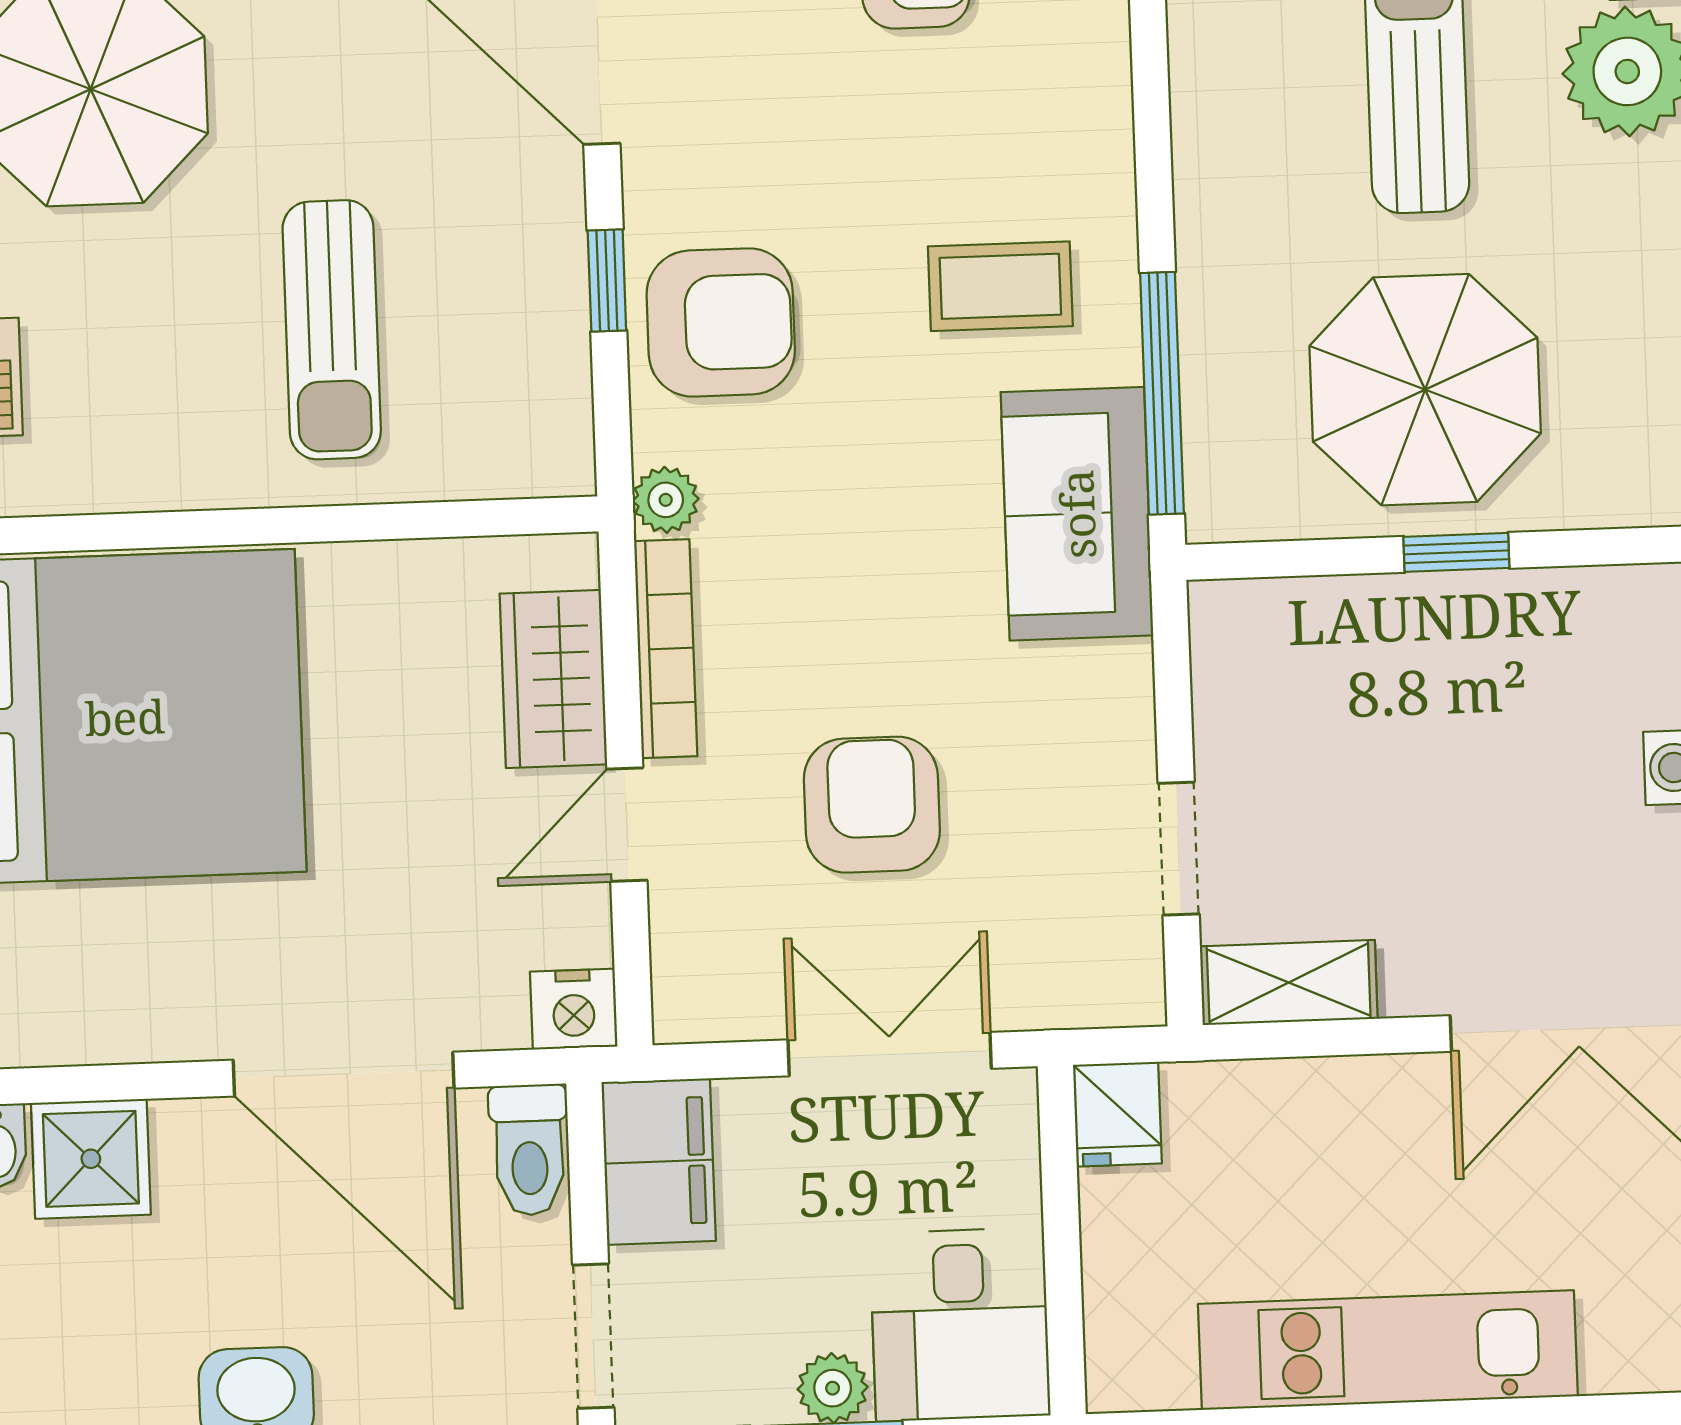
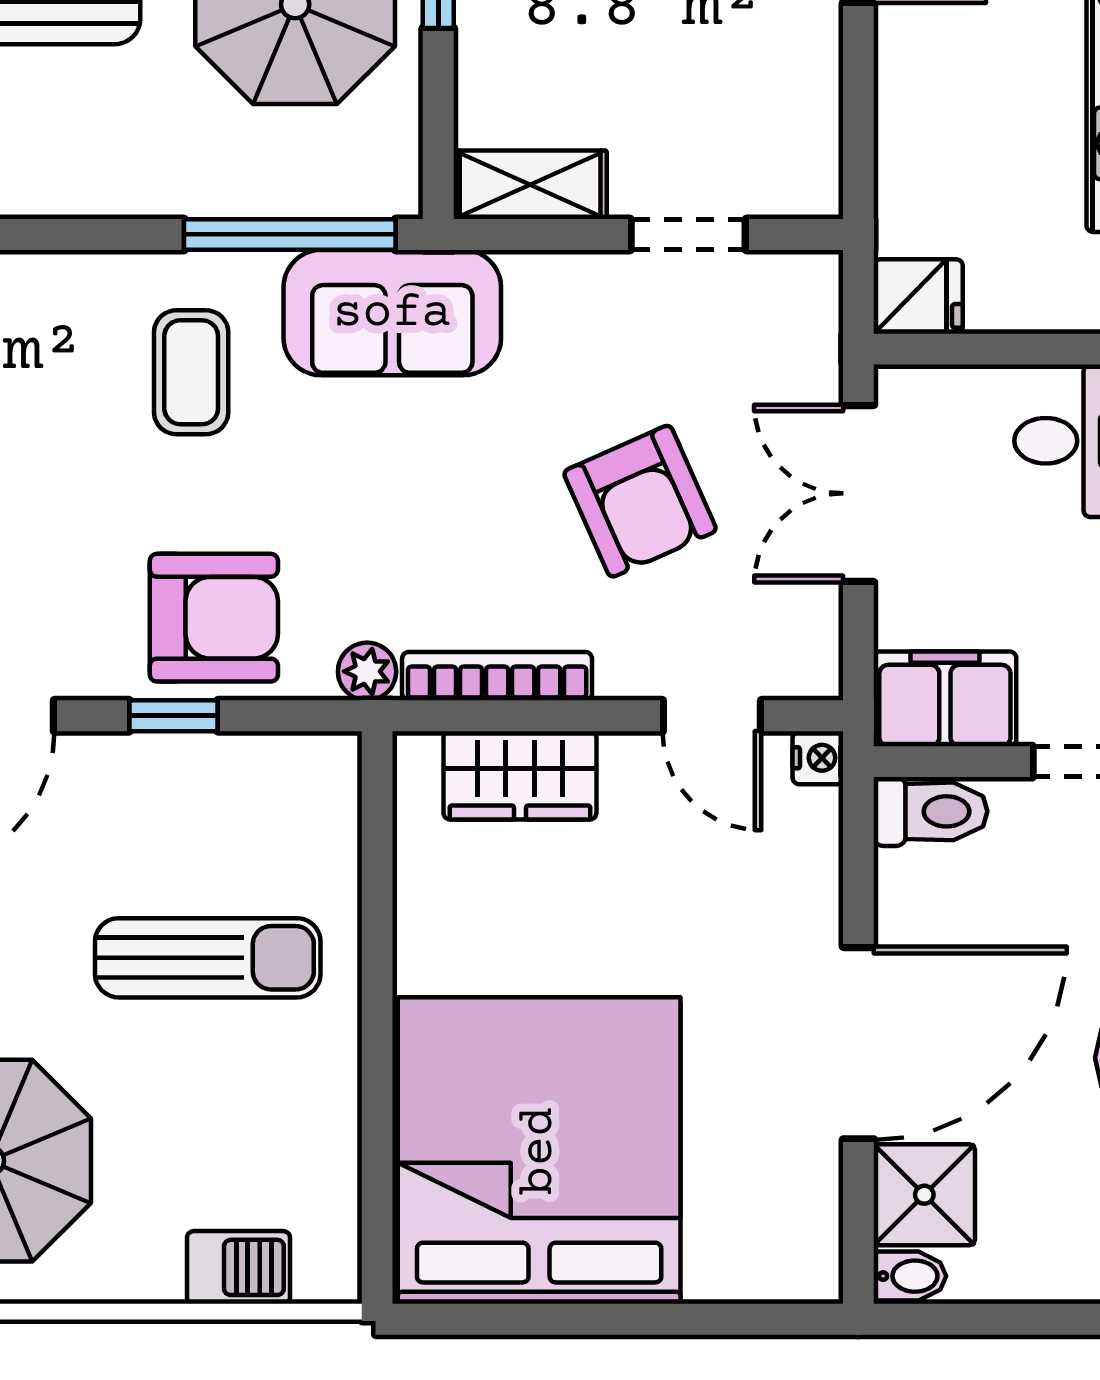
armchair: (721, 322) -> (214, 618), turned 90
armchair: (872, 805) -> (640, 501), turned -114
door: (627, 825) -> (712, 716), moved
shelving: (1289, 983) -> (530, 185), moved, turned 90
nightstand: (574, 1009) -> (818, 758), width x0.72, depth x0.74
door: (344, 1074) -> (858, 1043), moved

